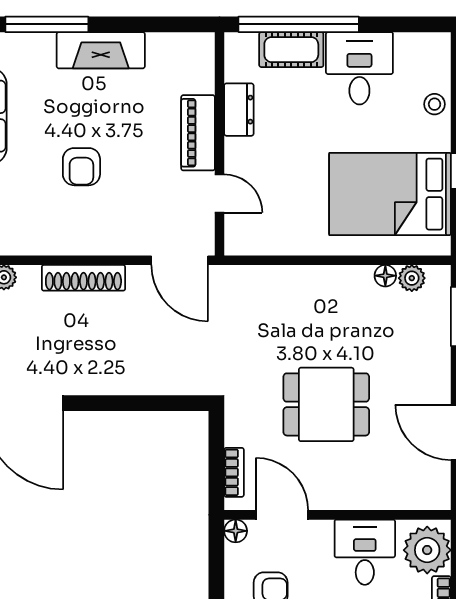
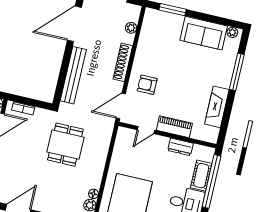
fireplace: (101, 50) -> (217, 107), moved
armchair: (81, 167) -> (147, 85), moved
bench: (136, 380) -> (73, 75), added
dining table: (326, 404) -> (65, 145), moved

